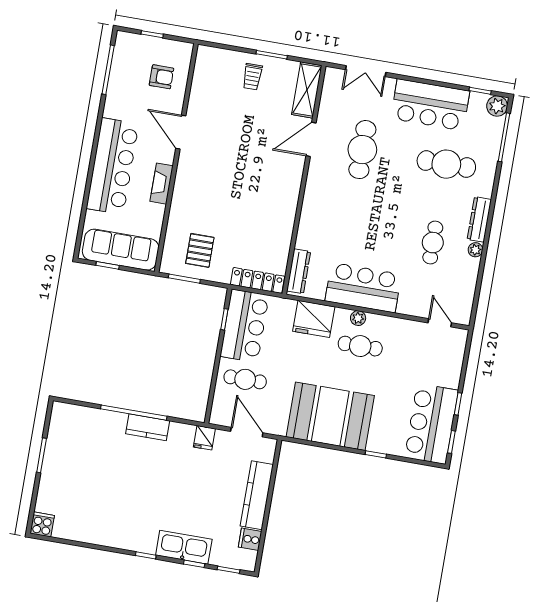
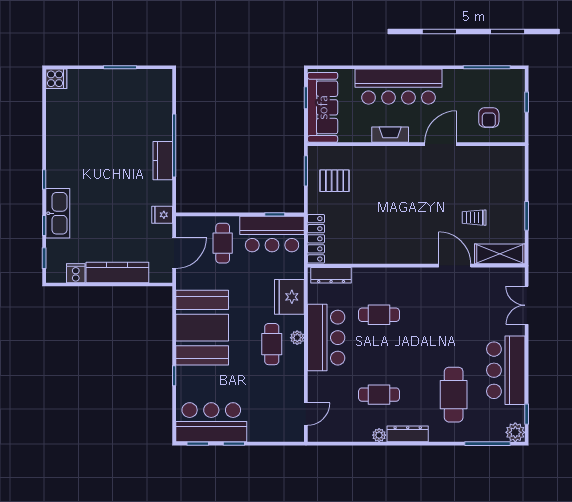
trolley: (252, 77) -> (474, 218), moved
cafe table: (362, 150) -> (379, 315), moved, width x0.73, depth x0.74

